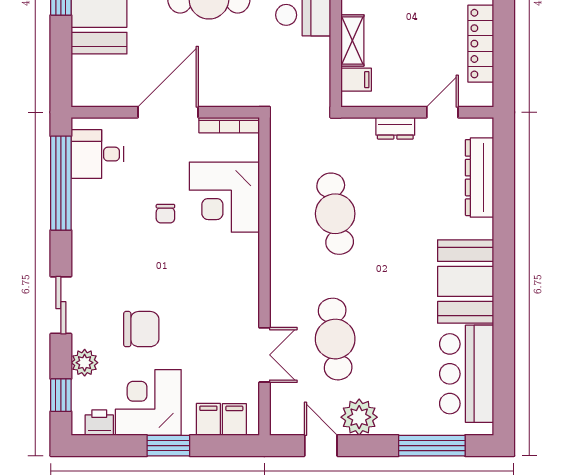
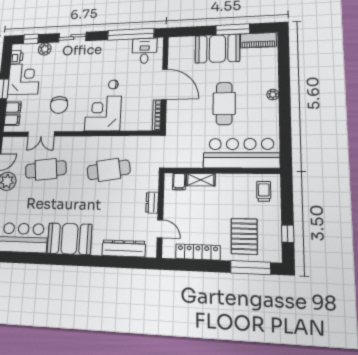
corner desk: (224, 197) -> (103, 114), moved
chair: (141, 329) -> (59, 105), moved

